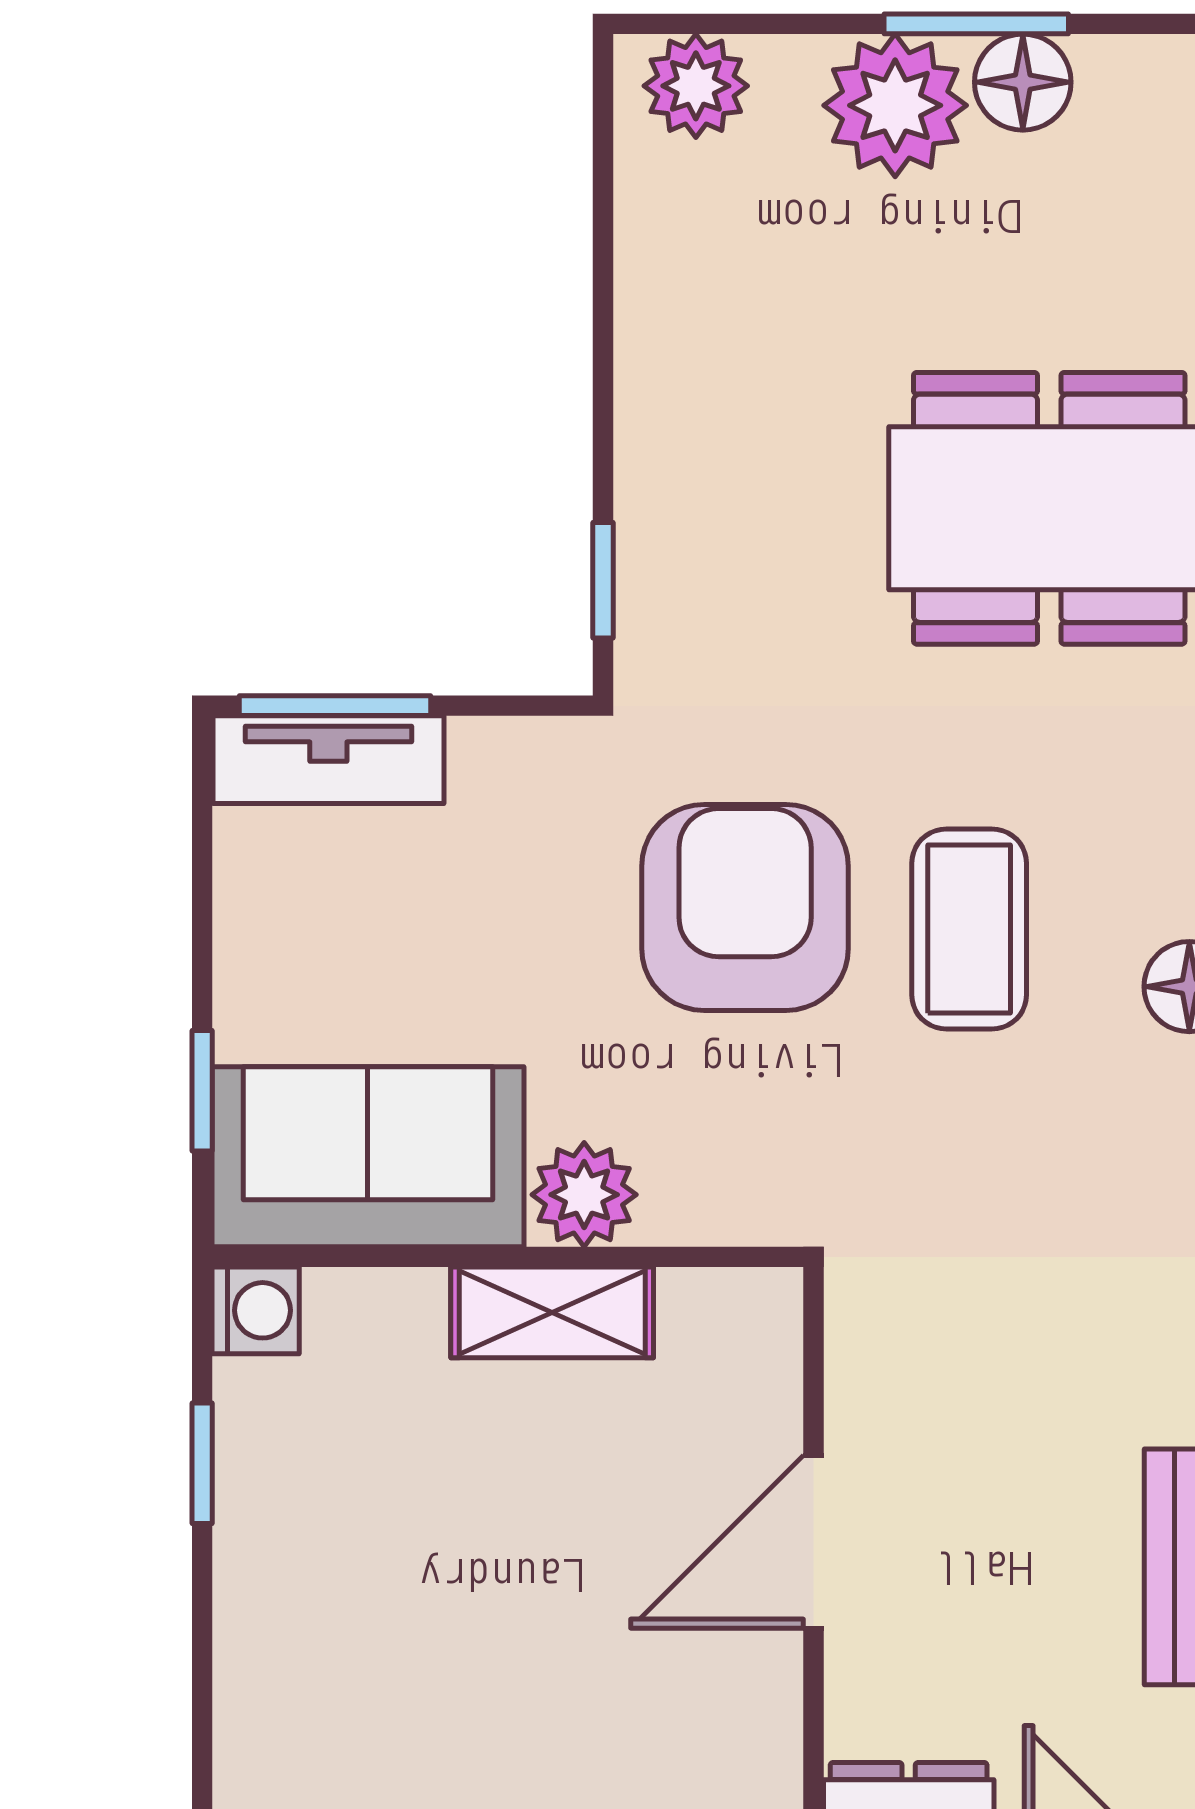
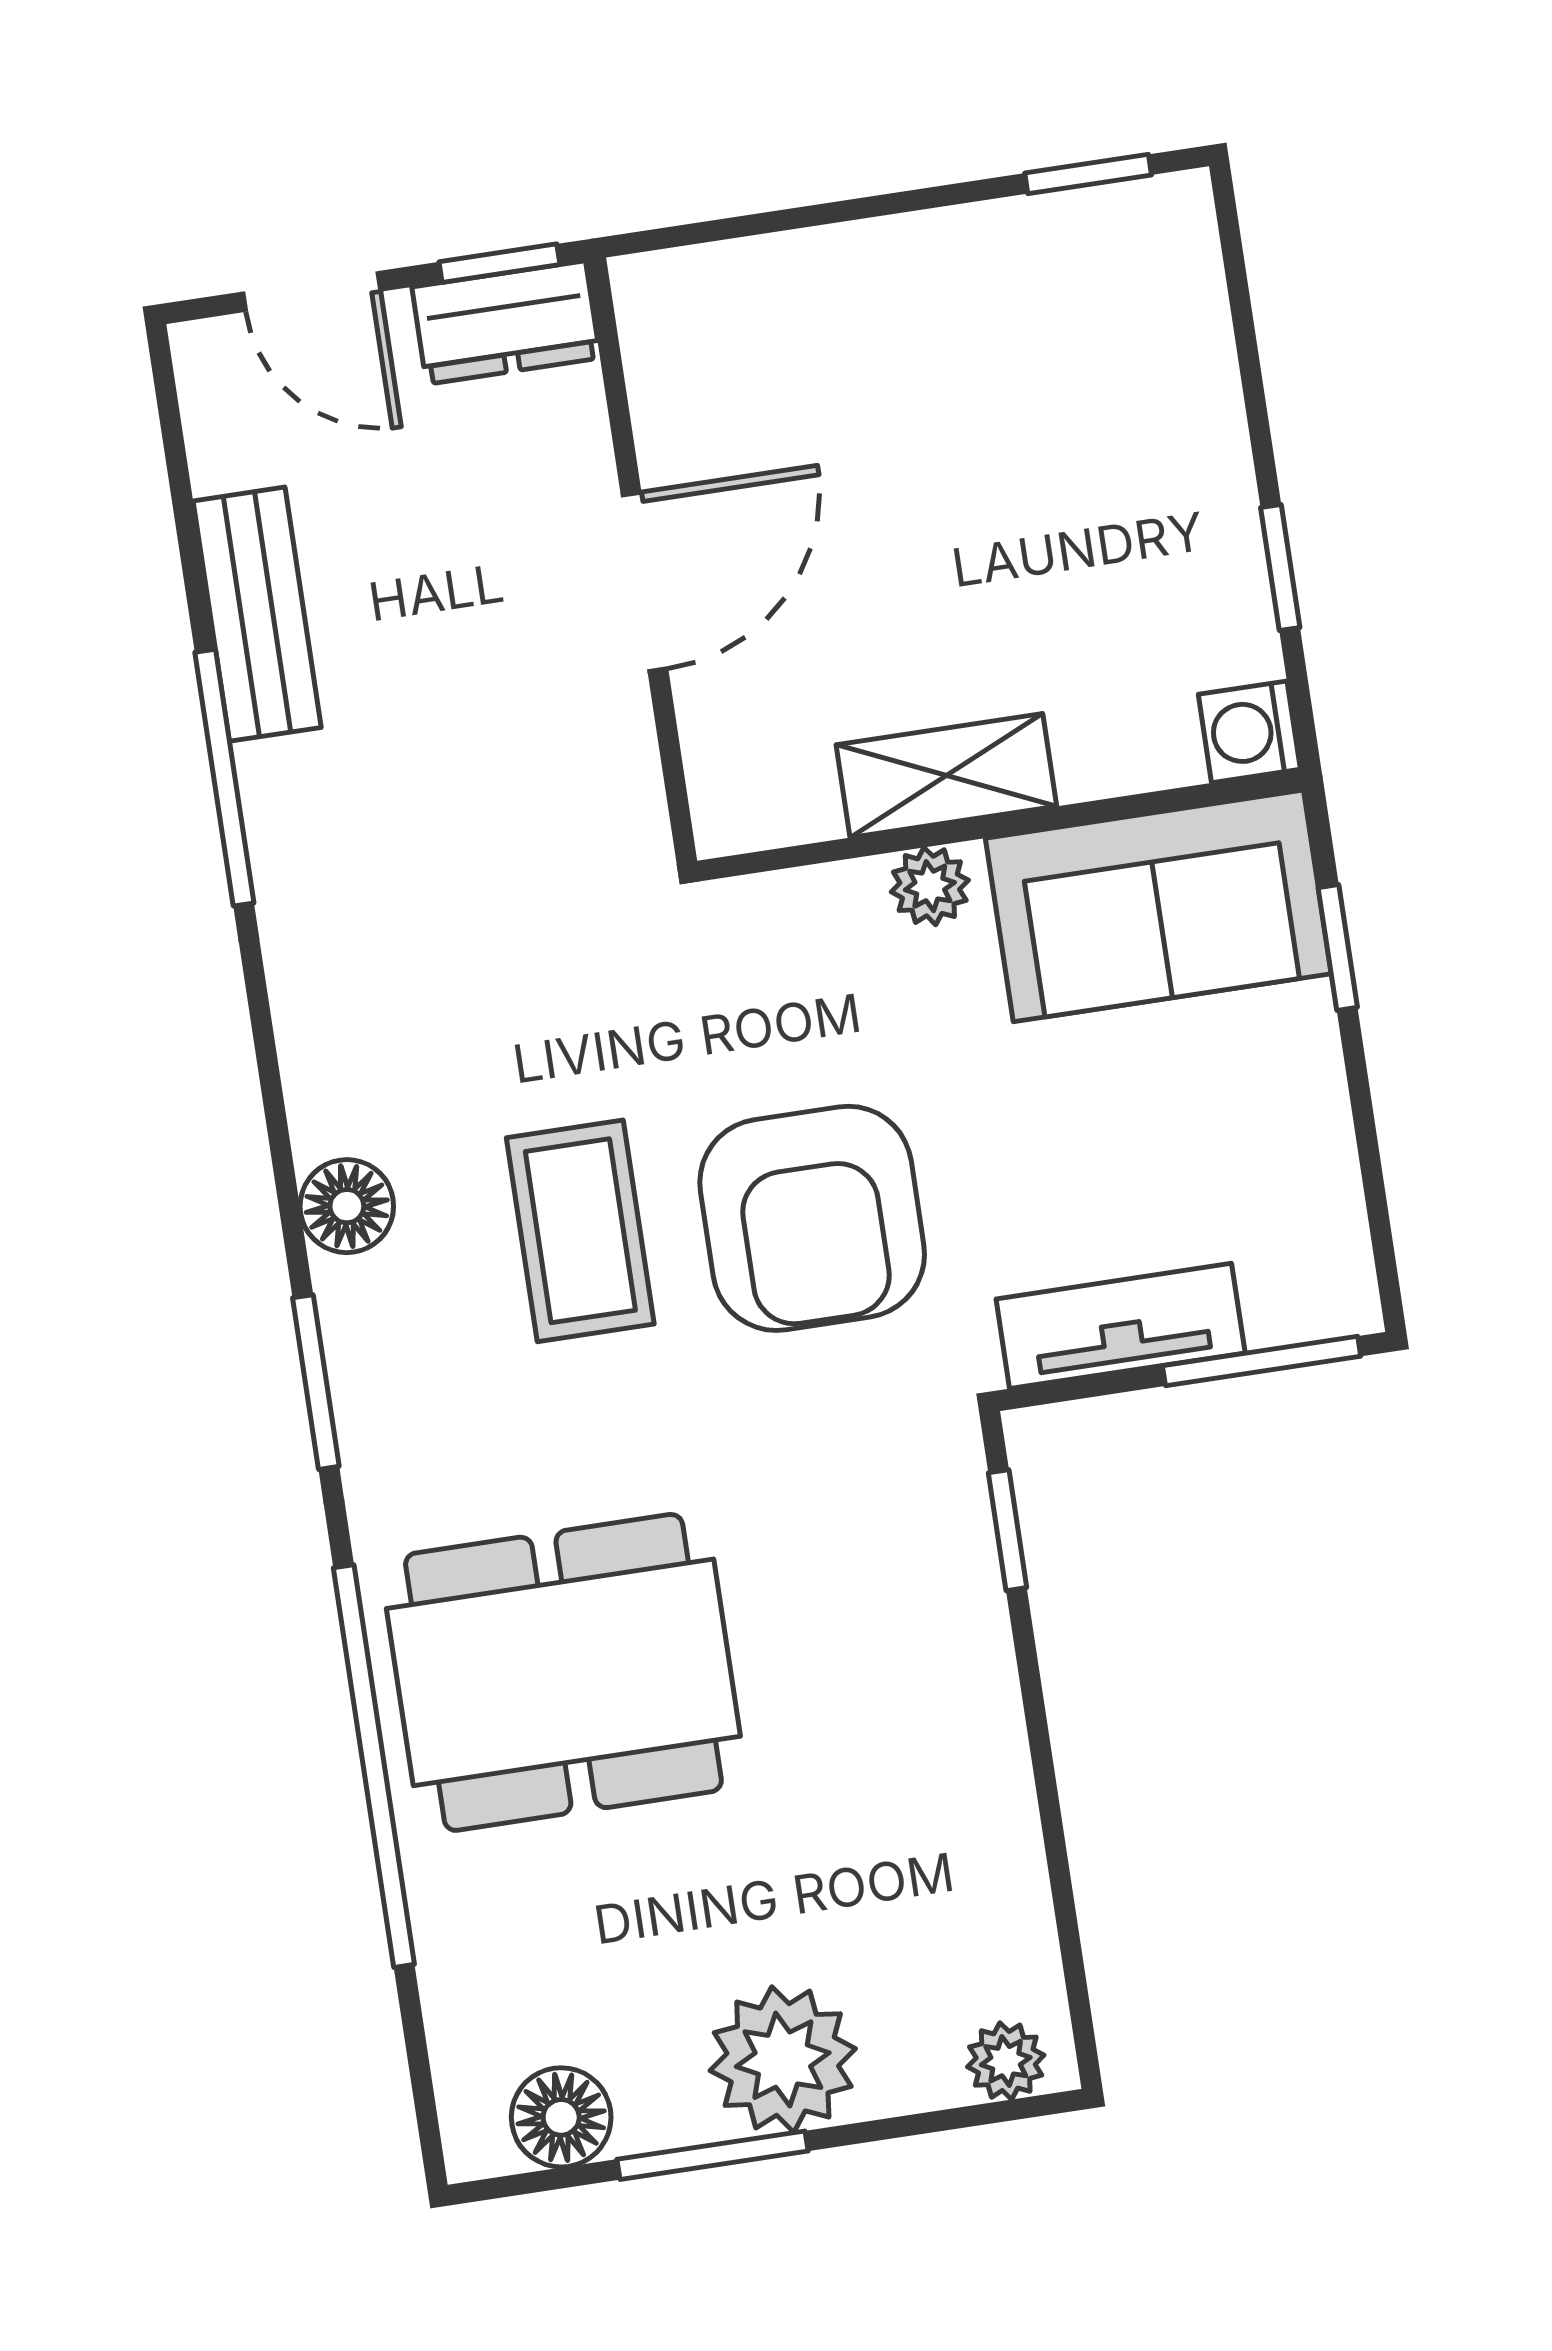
floor lamp: (1023, 82) -> (561, 2117), moved
plant: (696, 86) -> (1006, 2061), width x0.73, depth x0.73
tv unit: (328, 760) -> (1121, 1326), moved
plant: (584, 1195) -> (930, 886), width x0.73, depth x0.73

